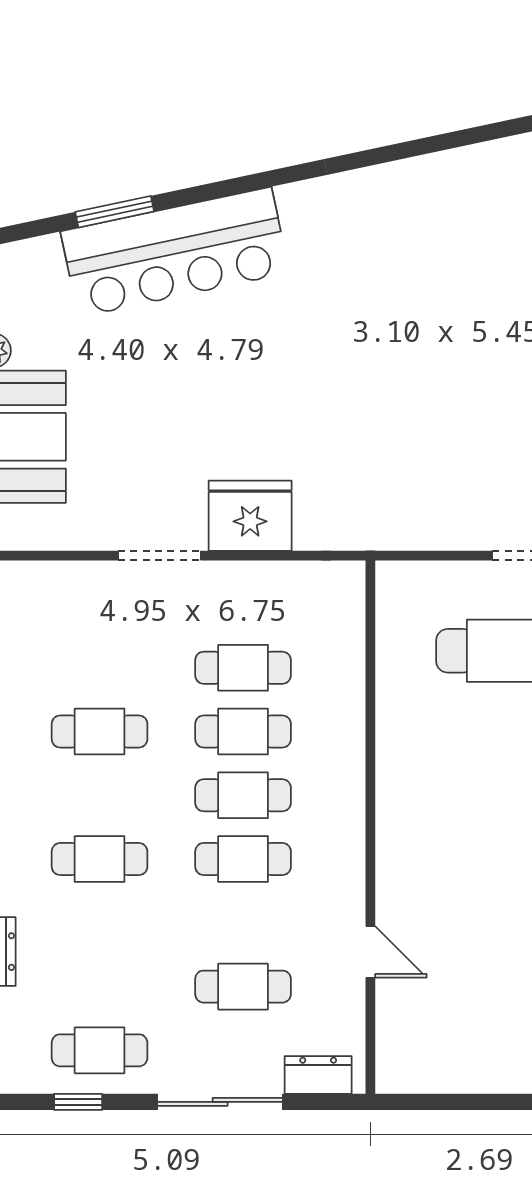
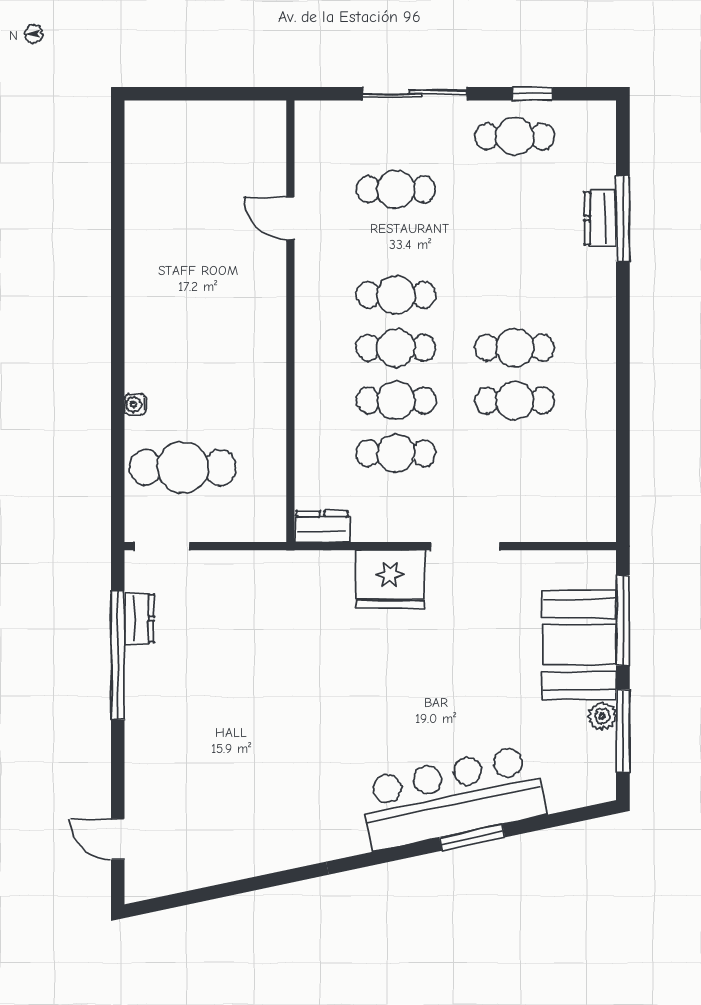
window: (115, 212) -> (472, 837), moved
cafe table: (100, 859) -> (515, 348), moved
dresser: (318, 1075) -> (322, 527), moved, turned 180

